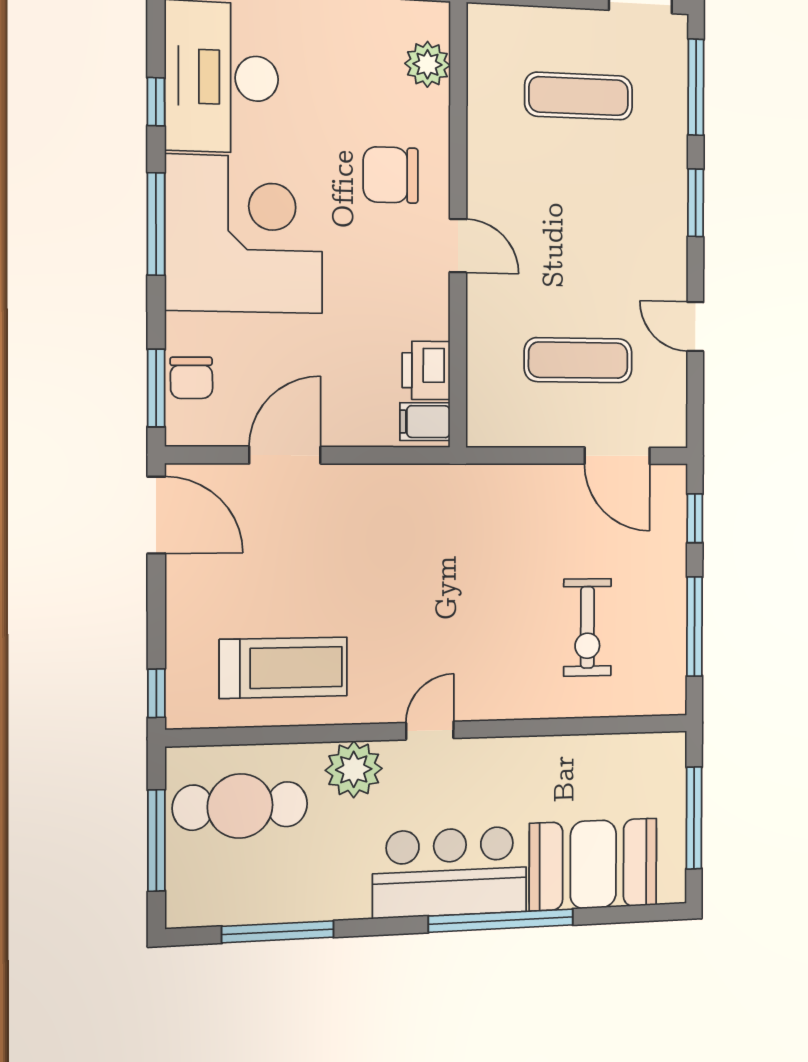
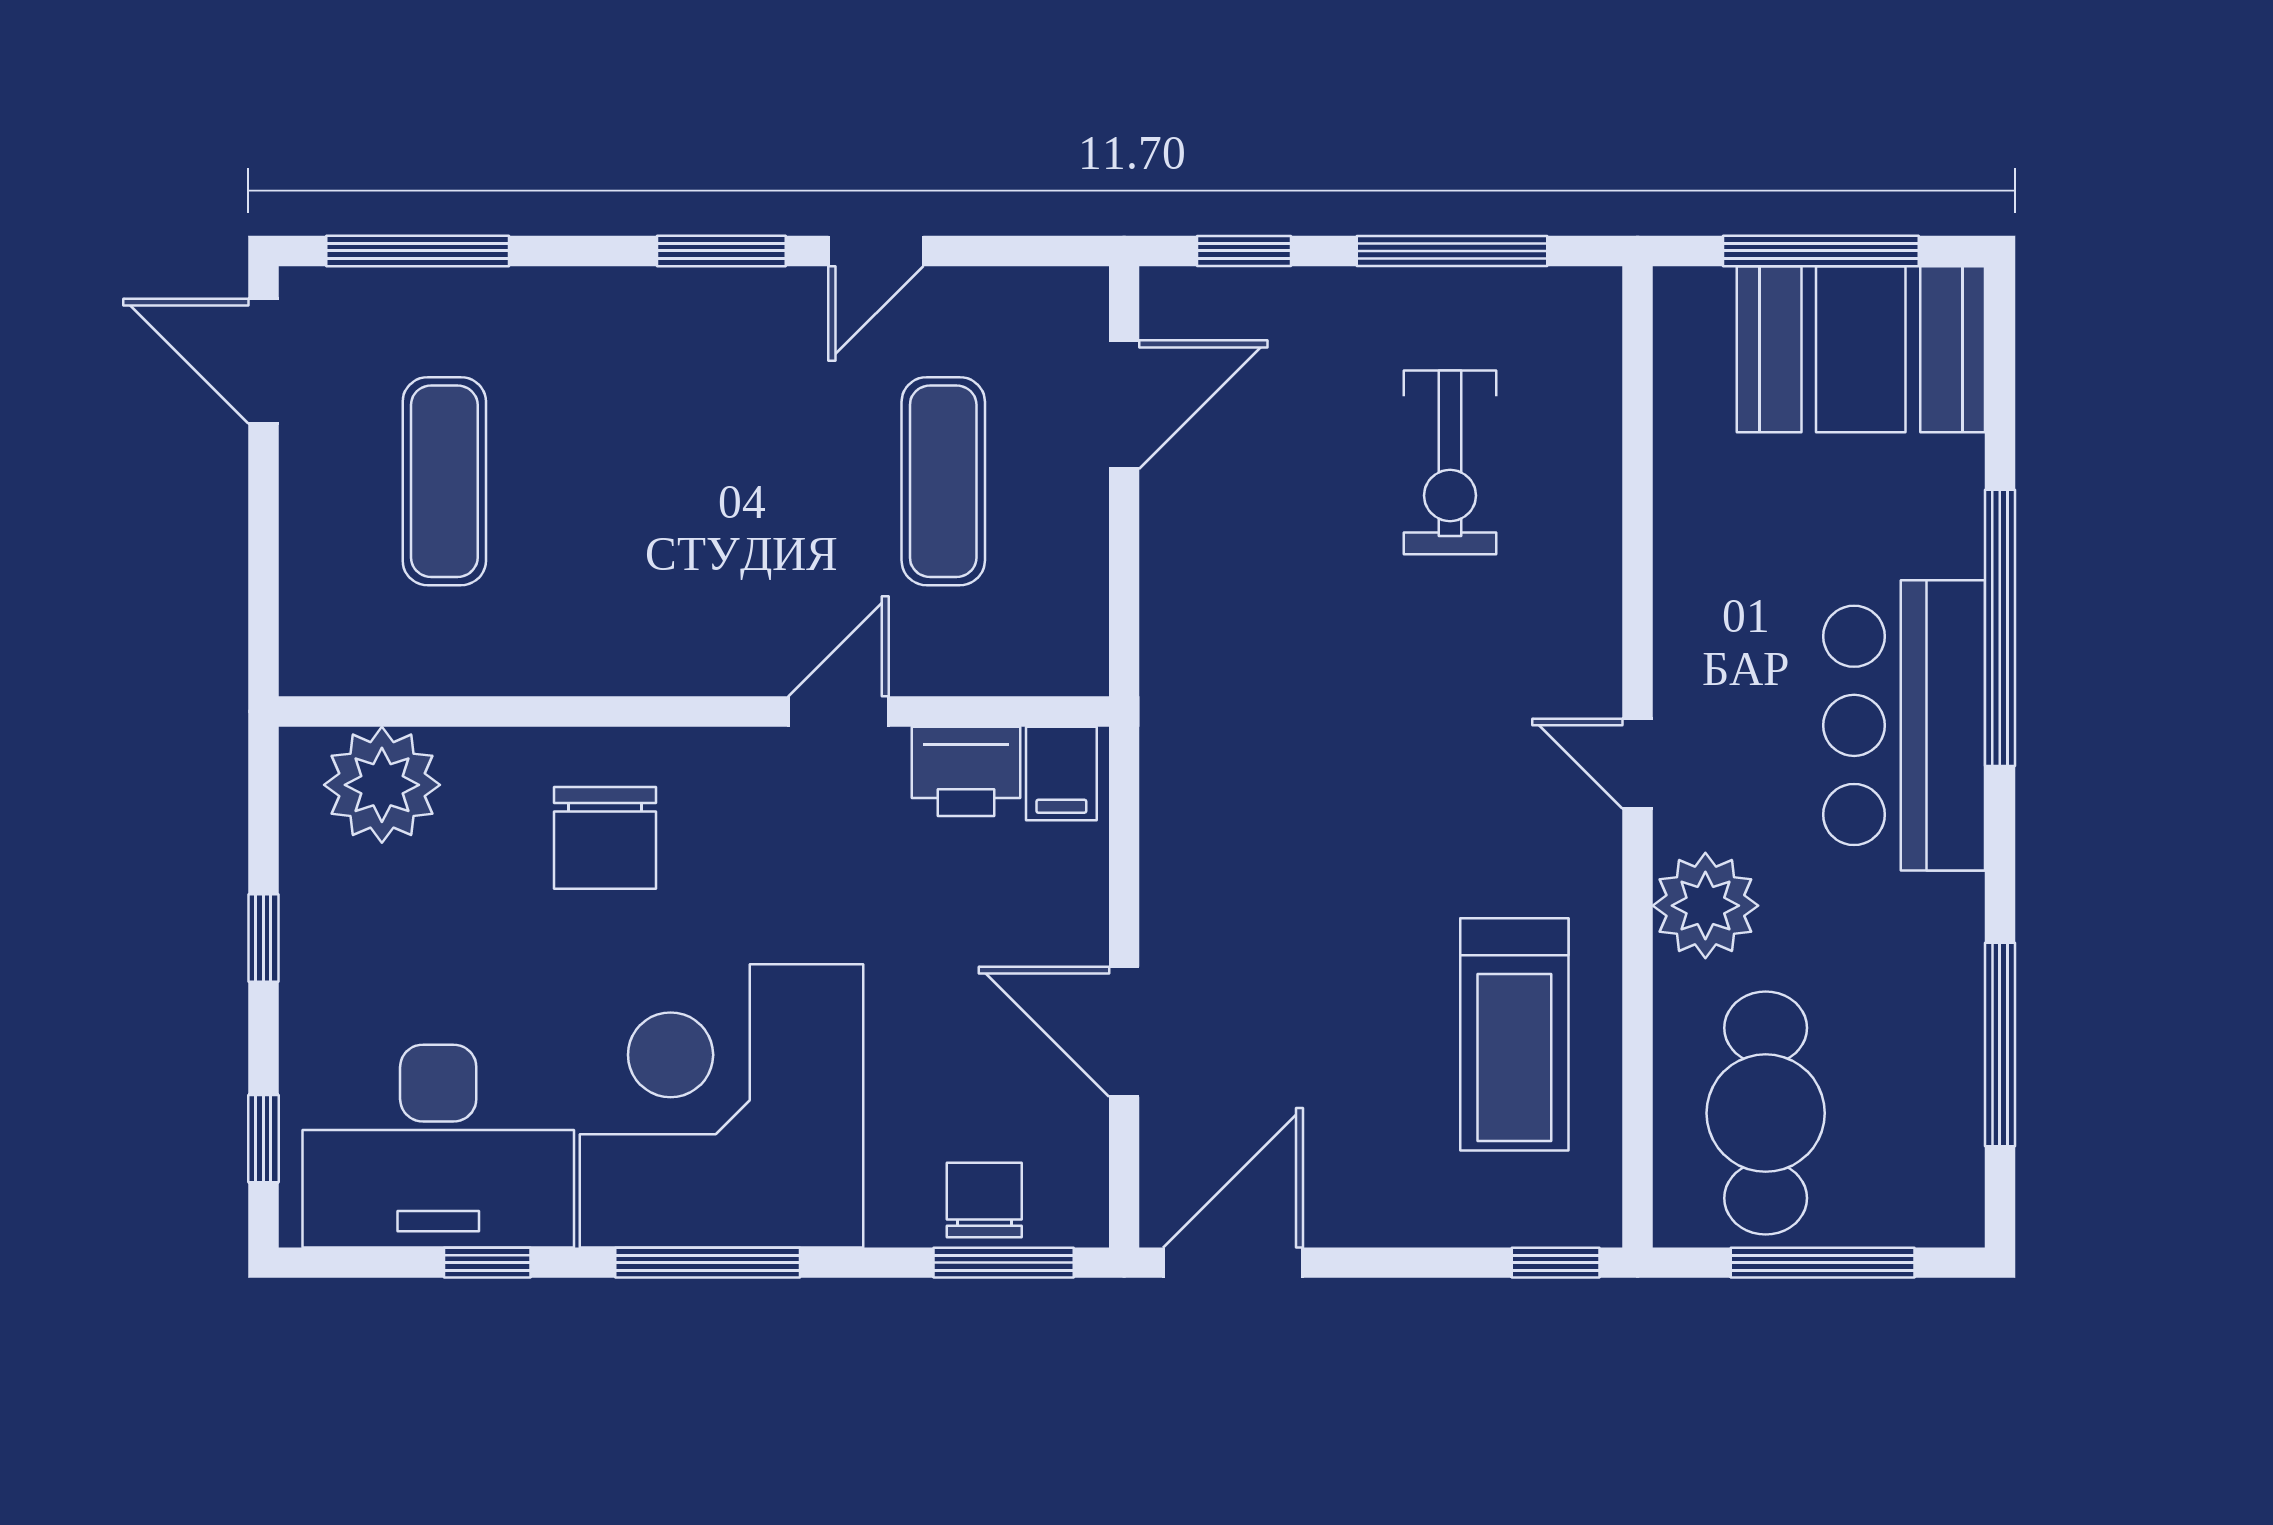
plant: (427, 64) -> (382, 785), width x1.36, depth x1.36
window: (696, 203) -> (721, 251), moved
door: (458, 246) -> (838, 711), moved
chair: (191, 378) -> (984, 1200), turned -89
exercise bike: (587, 627) -> (1450, 462), turned 90
treadmill: (284, 668) -> (1514, 1034), turned 180
booth: (593, 864) -> (1861, 349), moved, turned 90

